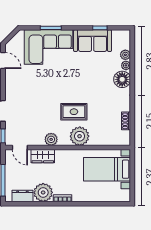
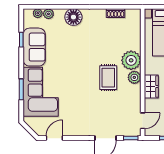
plant: (126, 65) -> (38, 13), moved
rug: (74, 112) -> (108, 78), moved
plant: (51, 139) -> (134, 77), moved
wardrobe: (43, 156) -> (151, 87), moved

